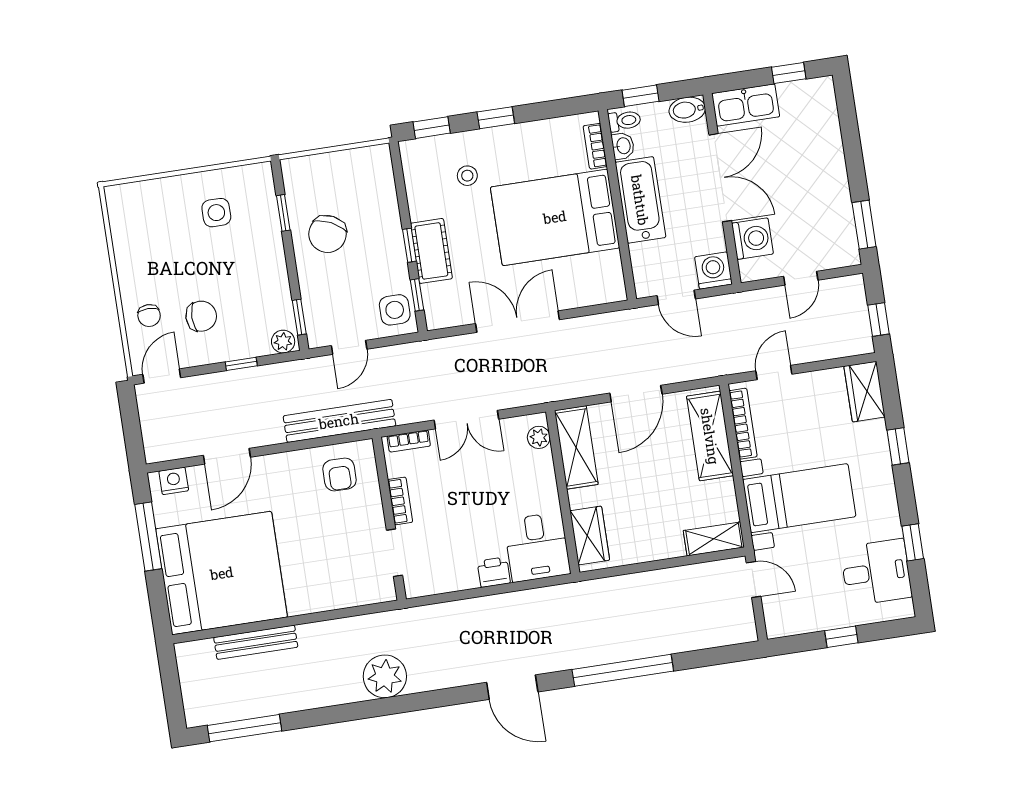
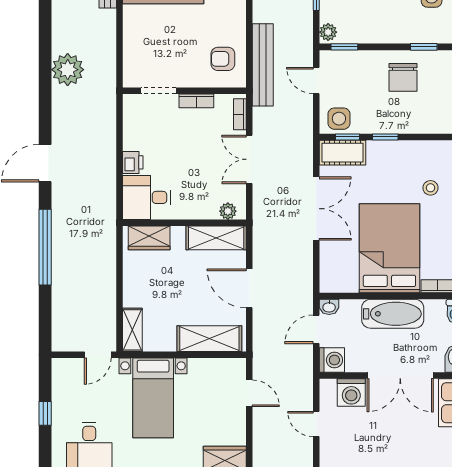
washbasin: (623, 146) -> (329, 307), moved
chair: (328, 234) -> (403, 77), turned -116
cot: (431, 251) -> (343, 153), moved
bookcase: (743, 424) -> (215, 365), removed

